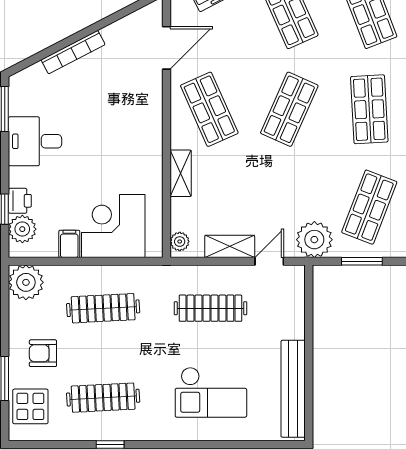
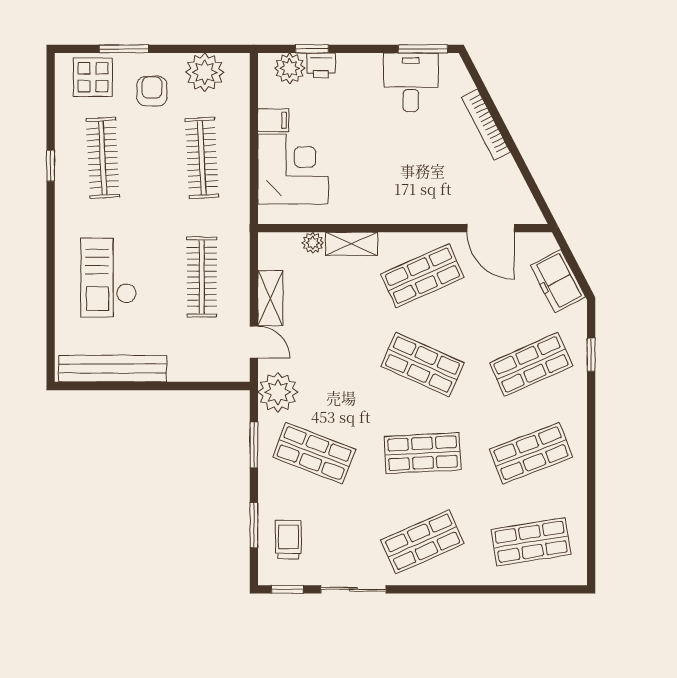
desk: (35, 141) -> (411, 82), moved
plant: (180, 242) -> (313, 243), moved
plant: (26, 282) -> (205, 72), moved

